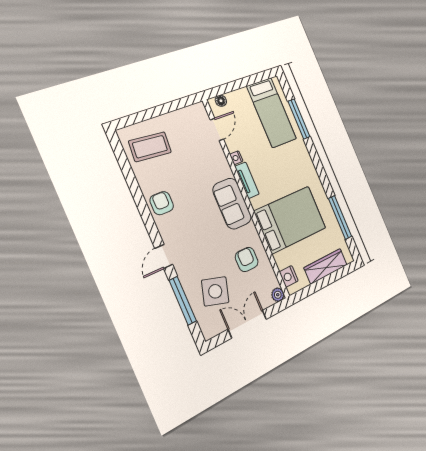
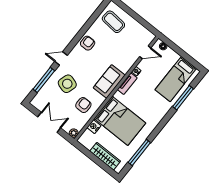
nightstand: (289, 276) -> (94, 127), moved
side table: (215, 291) -> (67, 84), moved

